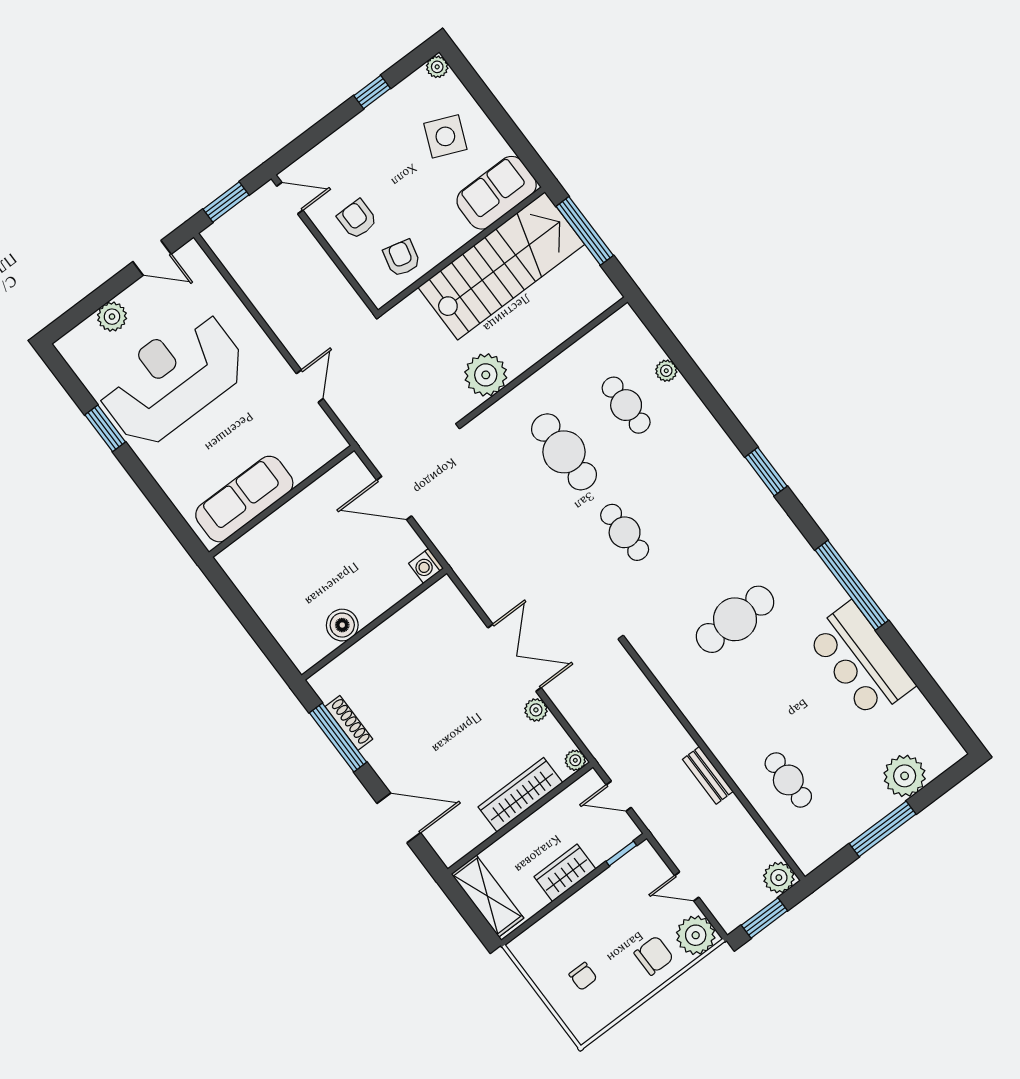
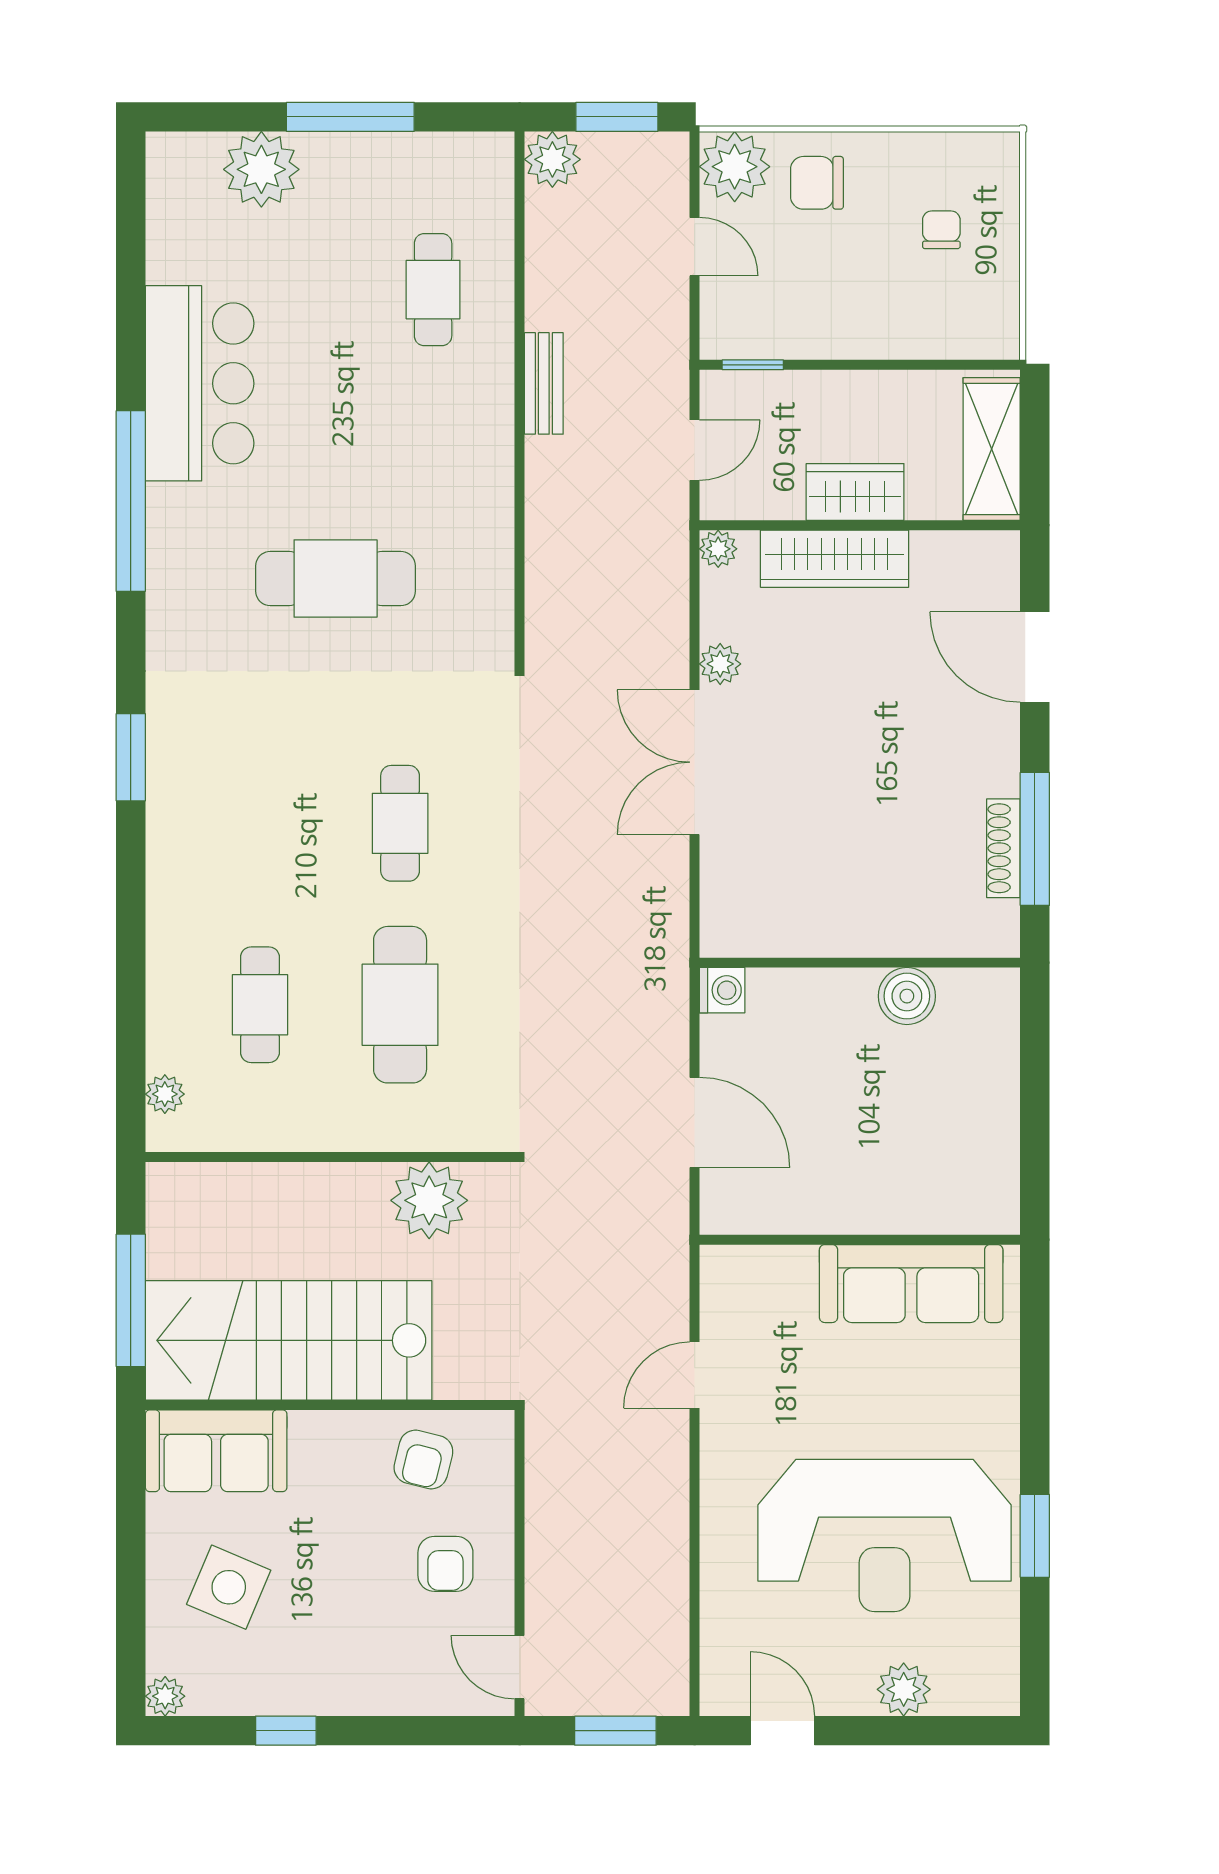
plant: (666, 371) -> (165, 1094), moved
door: (619, 796) -> (695, 450), hinge flipped
wardrobe: (565, 873) -> (855, 492), moved, turned 180

